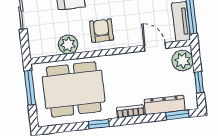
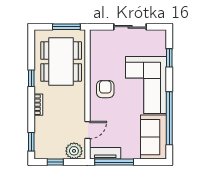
armchair: (101, 31) -> (105, 89), turned -90
plant: (68, 45) -> (97, 61), removed
dresser: (165, 105) -> (40, 133), removed

